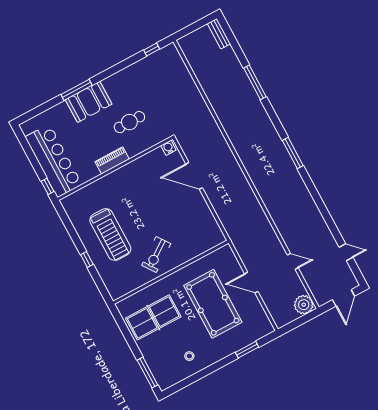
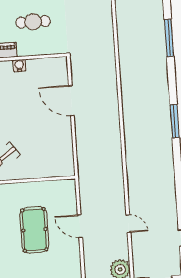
water cooler: (168, 148) -> (19, 66), moved
pool table: (213, 304) -> (34, 230), width x0.73, depth x0.76

